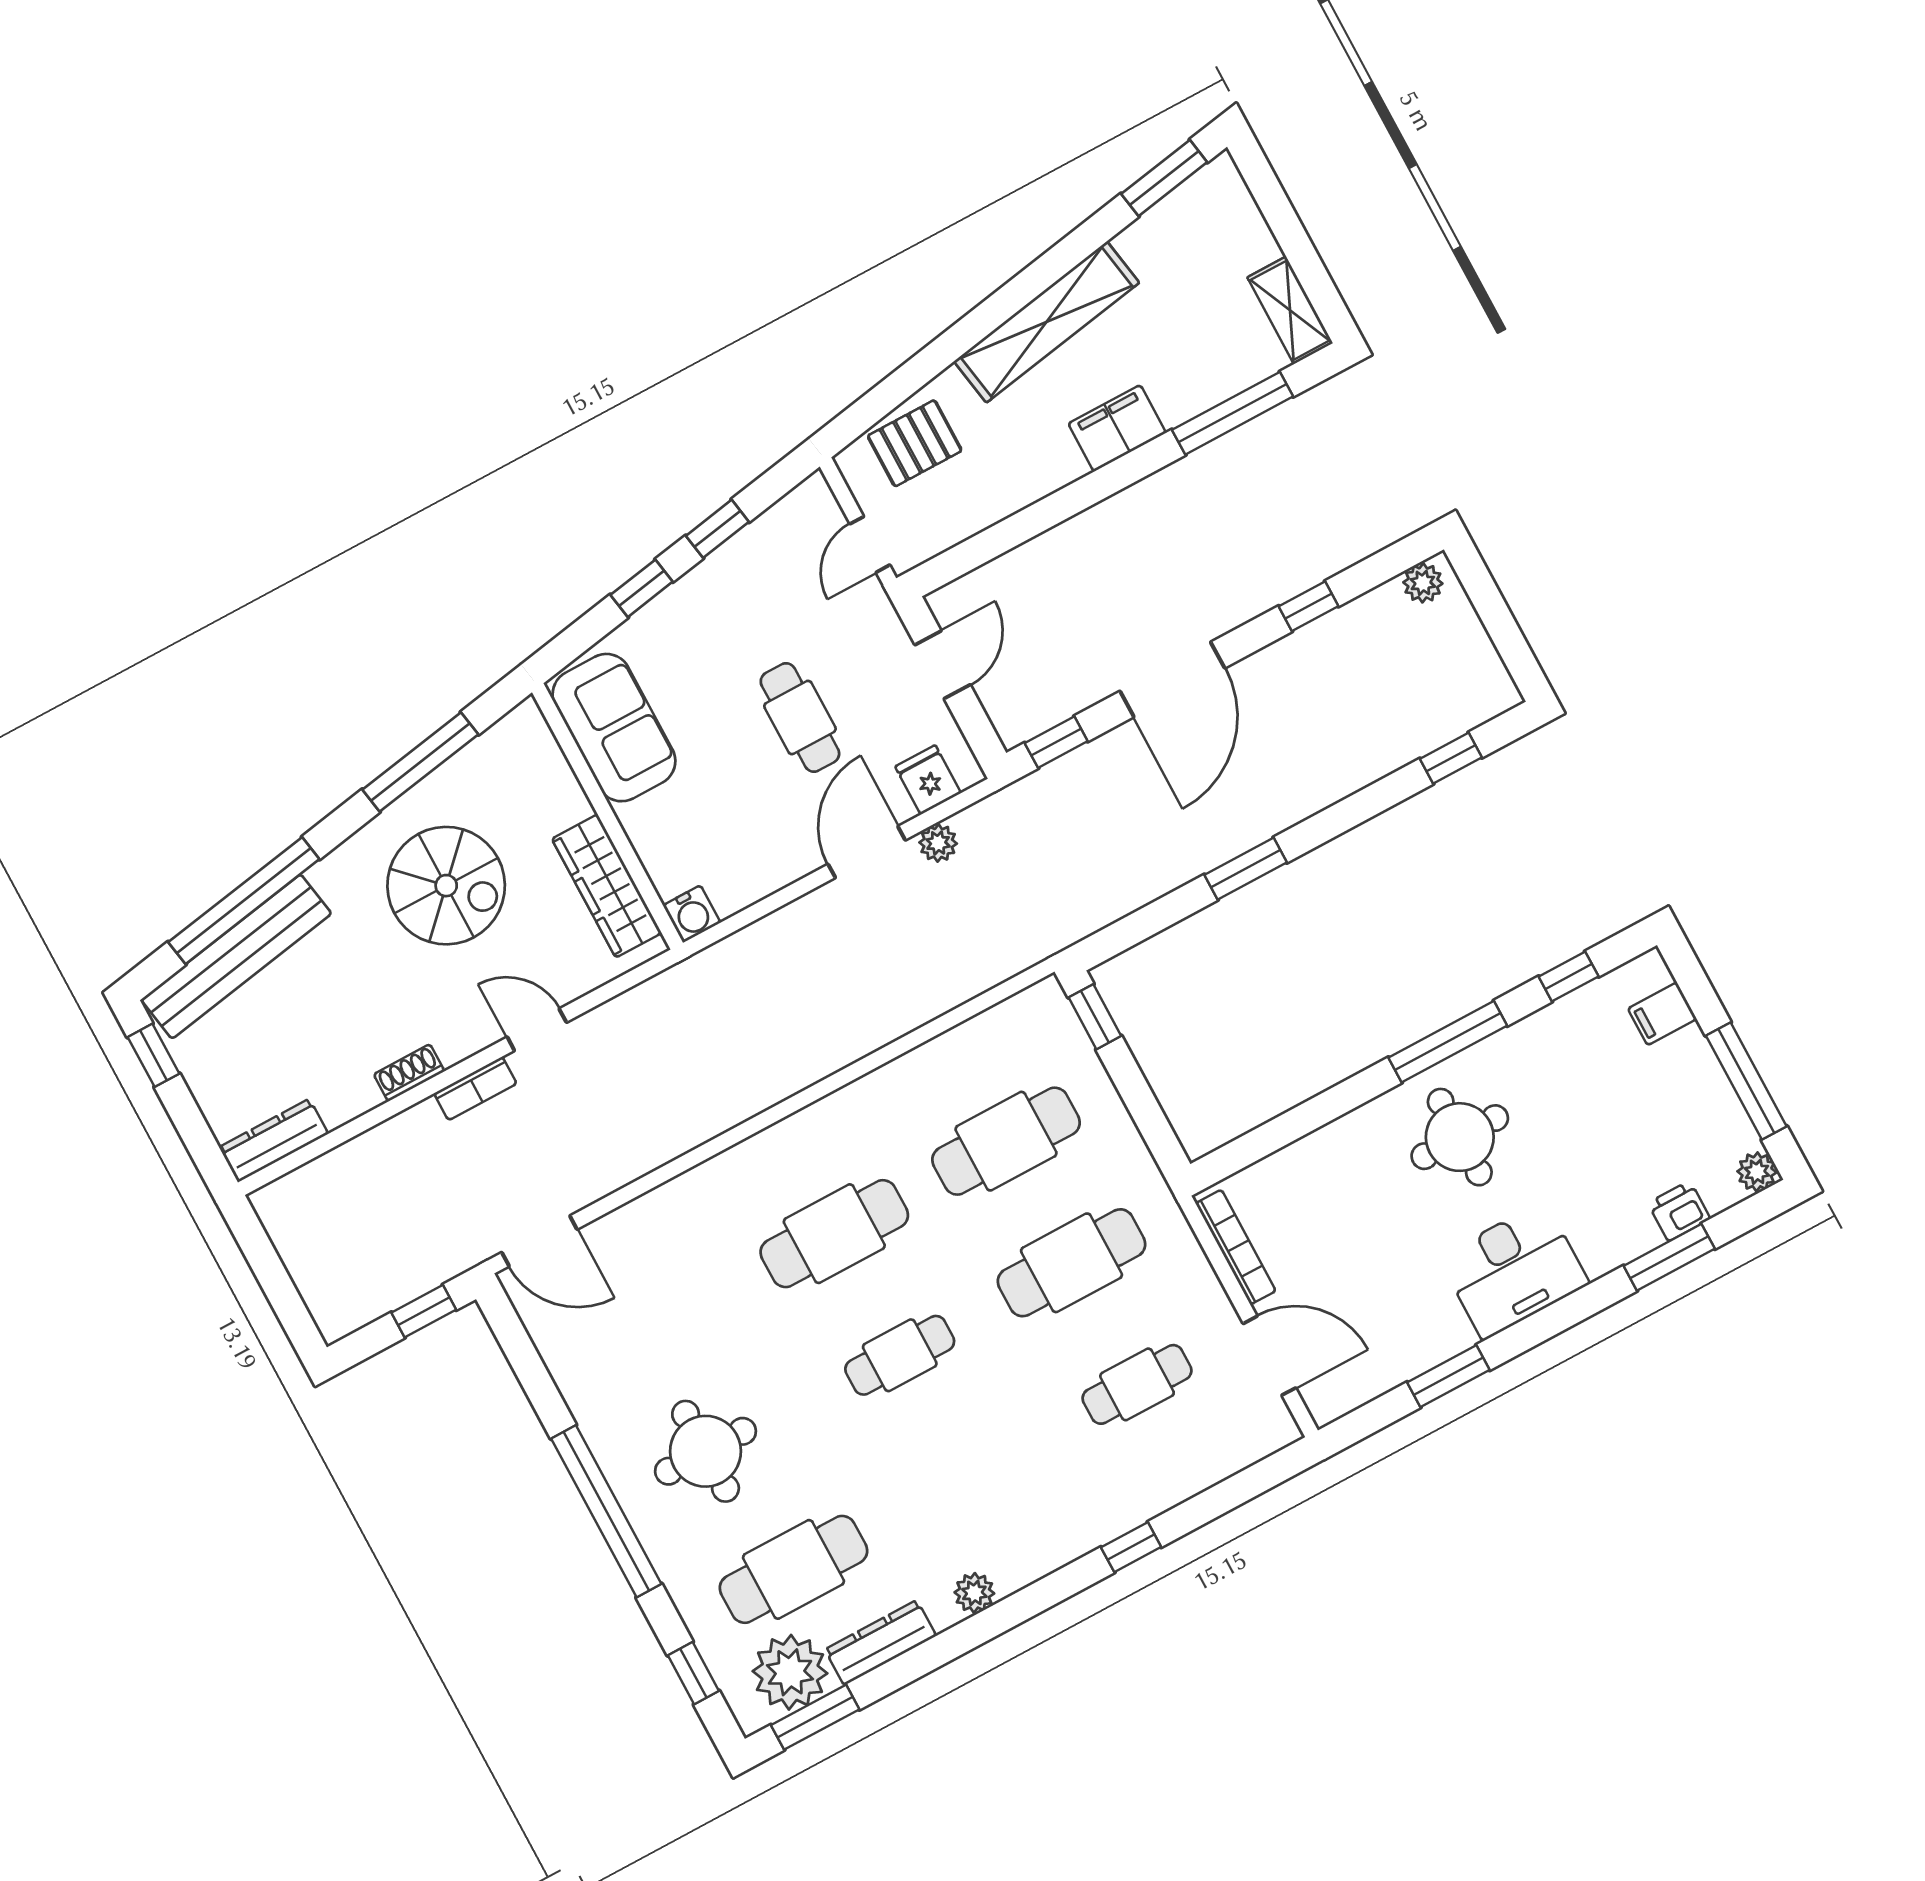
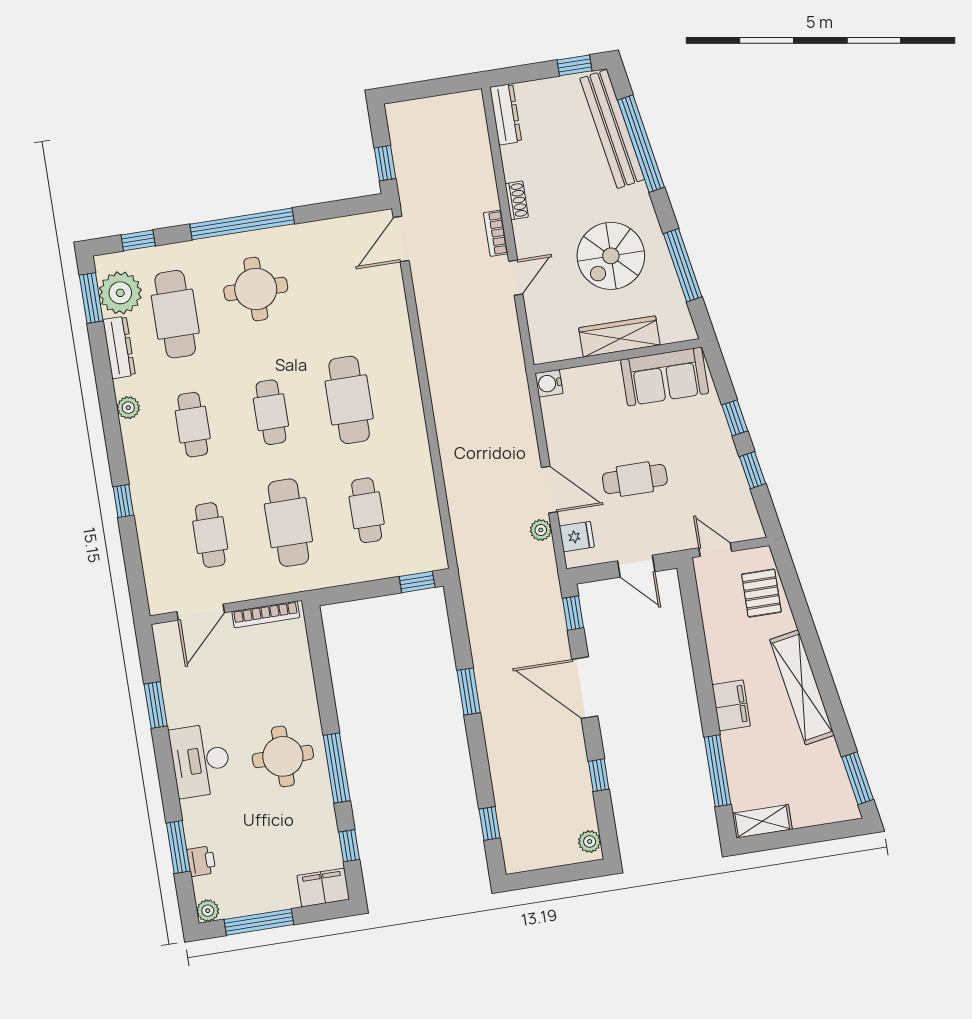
wardrobe: (607, 886) -> (619, 336), moved
filing cabinet: (1662, 1014) -> (323, 887), width x2.00
cafe table: (1006, 1141) -> (367, 510), width x0.73, depth x0.74
cafe table: (965, 1477) -> (193, 425), added

